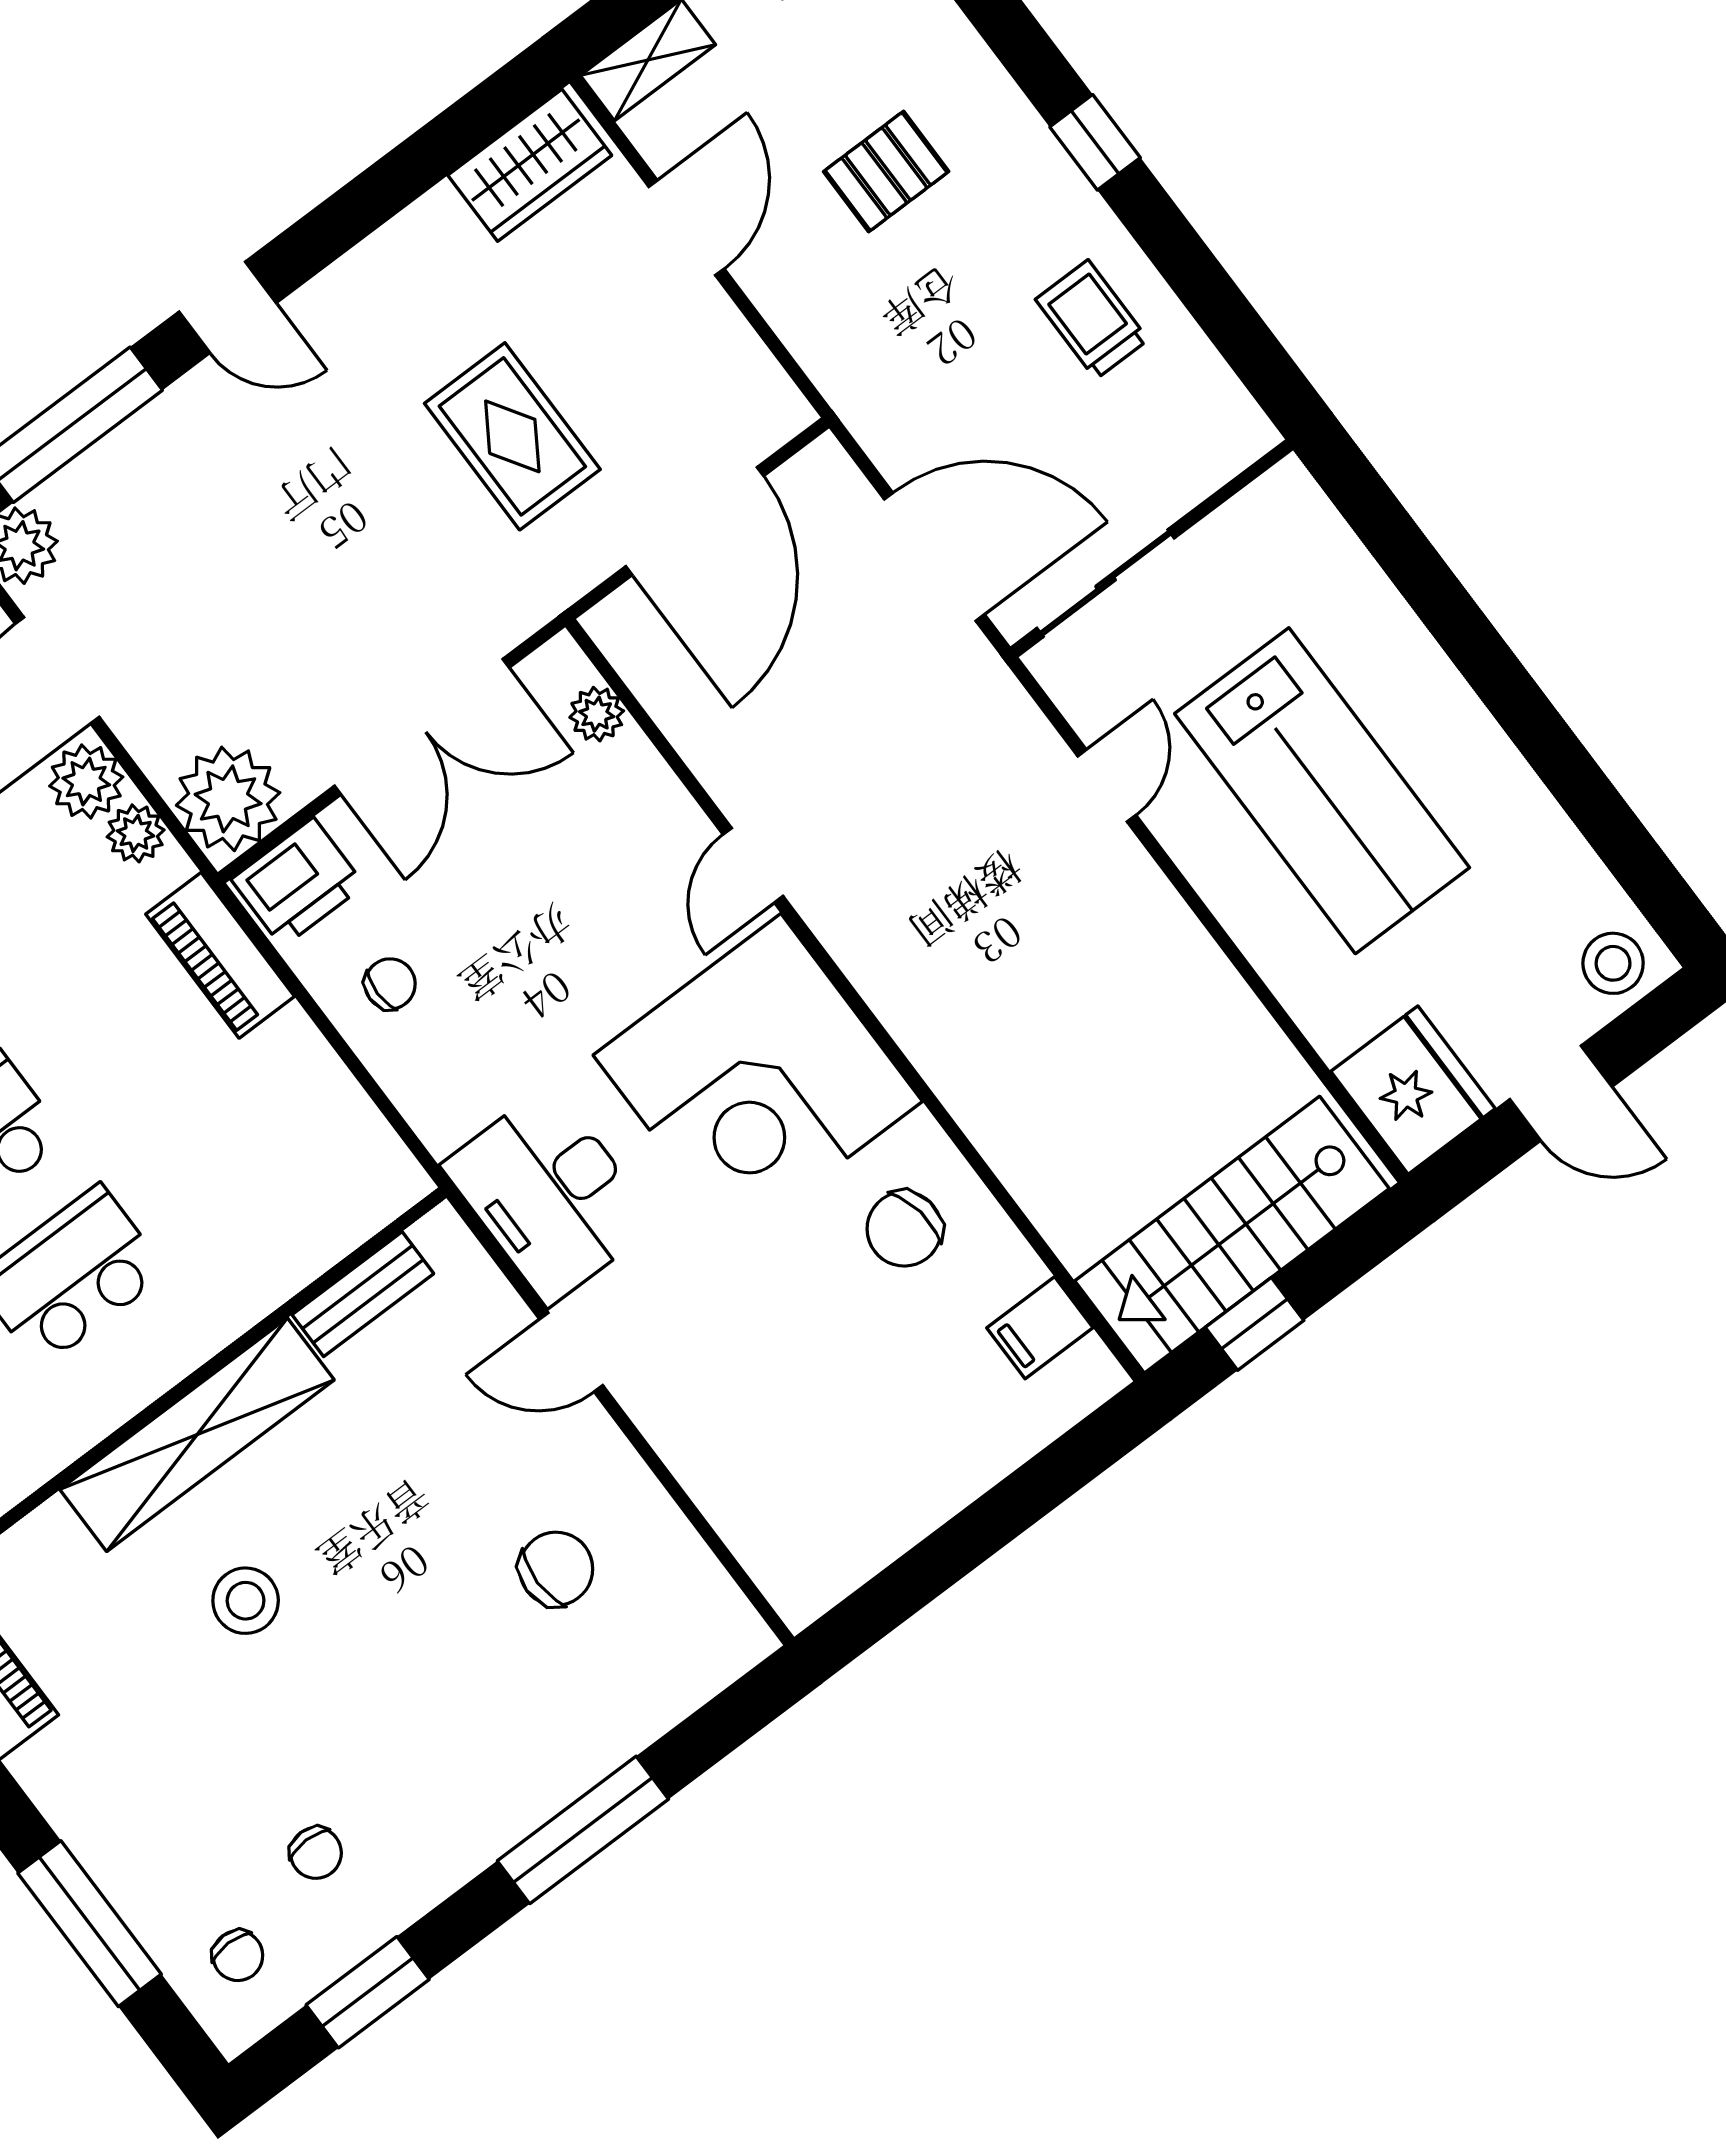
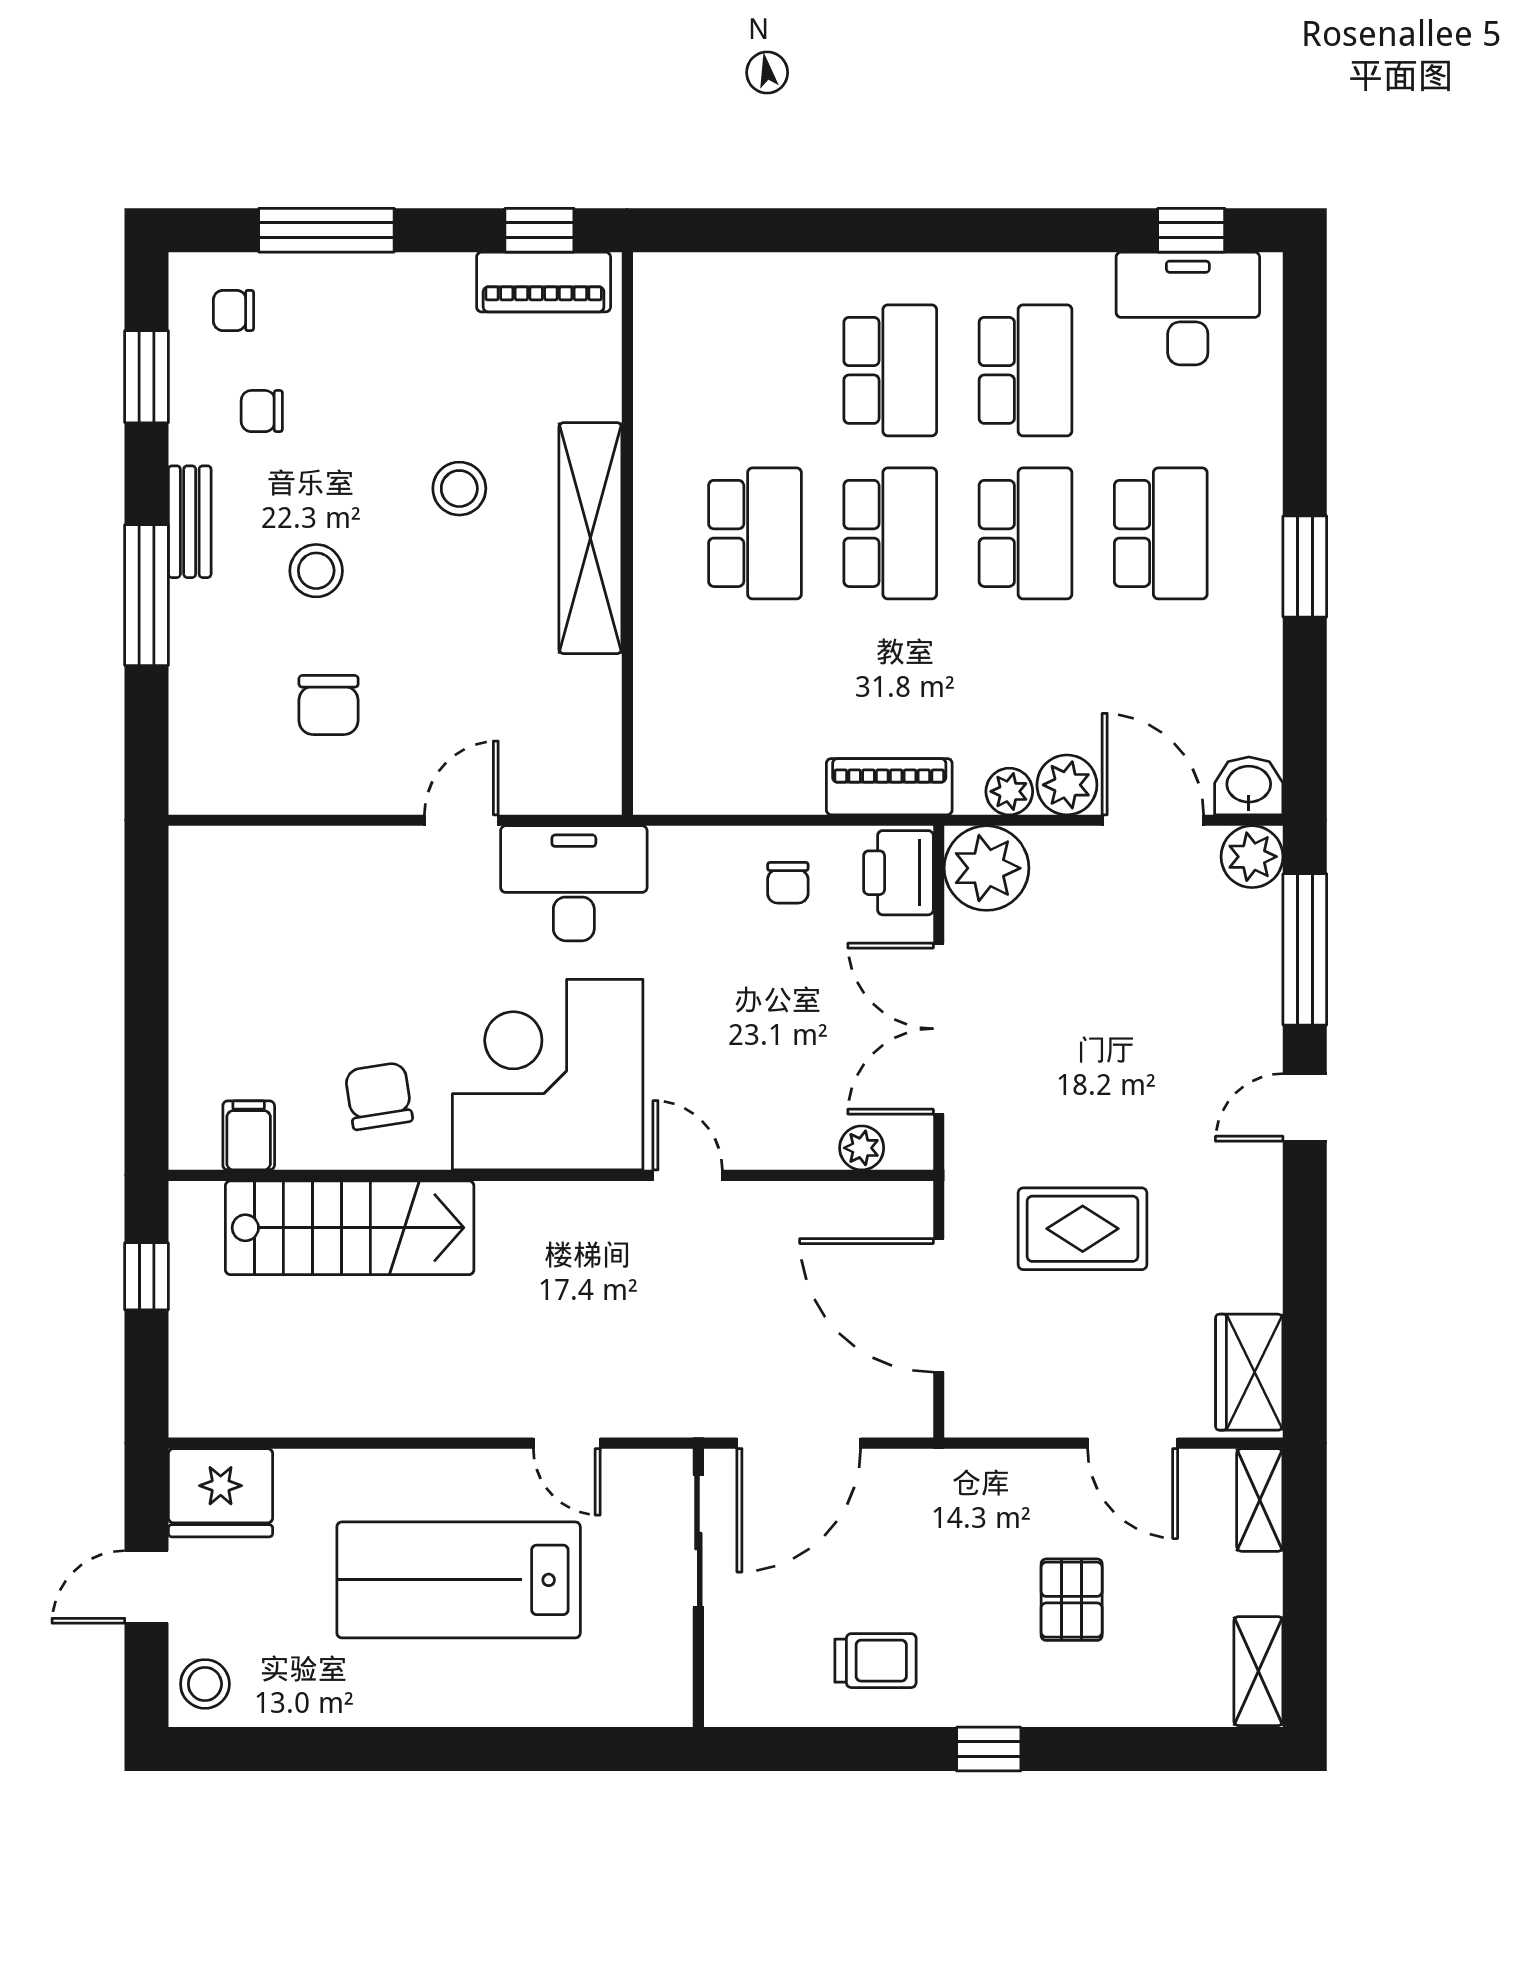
stairs: (1232, 1235) -> (350, 1228), moved, turned 90
bench: (363, 1294) -> (190, 522), moved
stool: (433, 1681) -> (316, 571), added

